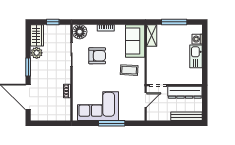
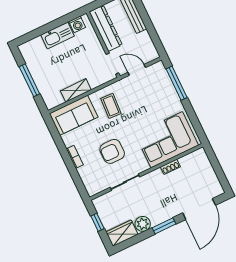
floor lamp: (80, 32) -> (94, 185), removed
shelving: (152, 36) -> (76, 90), moved
washing machine: (197, 39) -> (77, 24), moved
armchair: (97, 56) -> (112, 151), turned -90
corner sofa: (98, 106) -> (167, 140), moved, turned 90
window: (112, 123) -> (177, 83), moved

